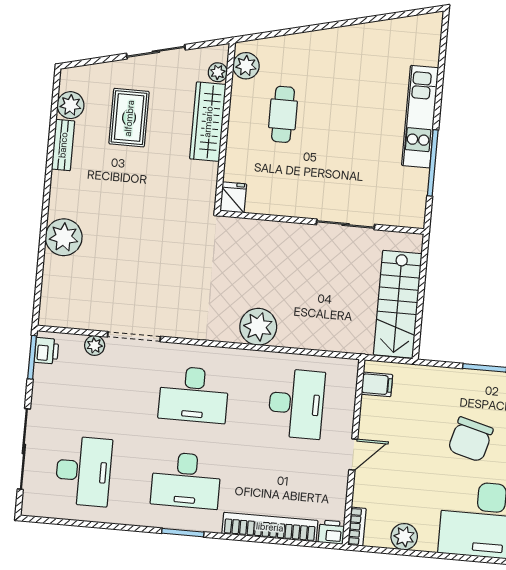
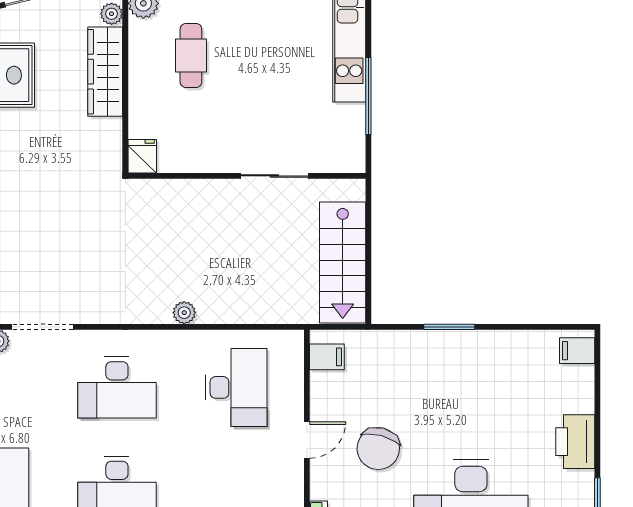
plant: (258, 327) -> (184, 313), width x0.53, depth x0.53
chair: (470, 439) -> (378, 449), moved

